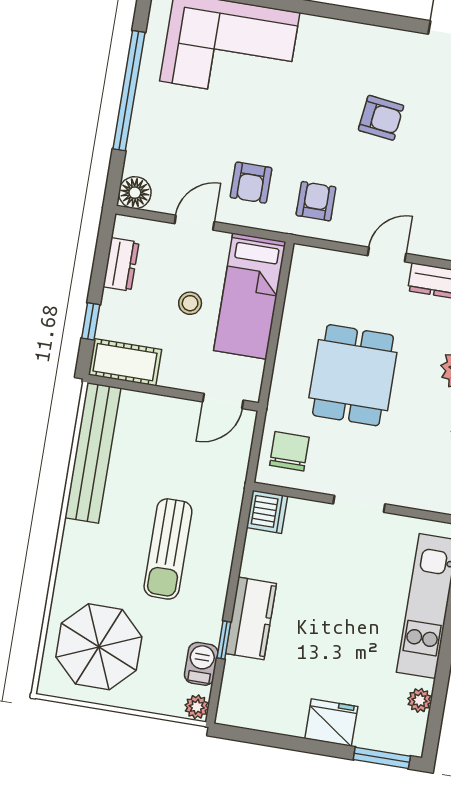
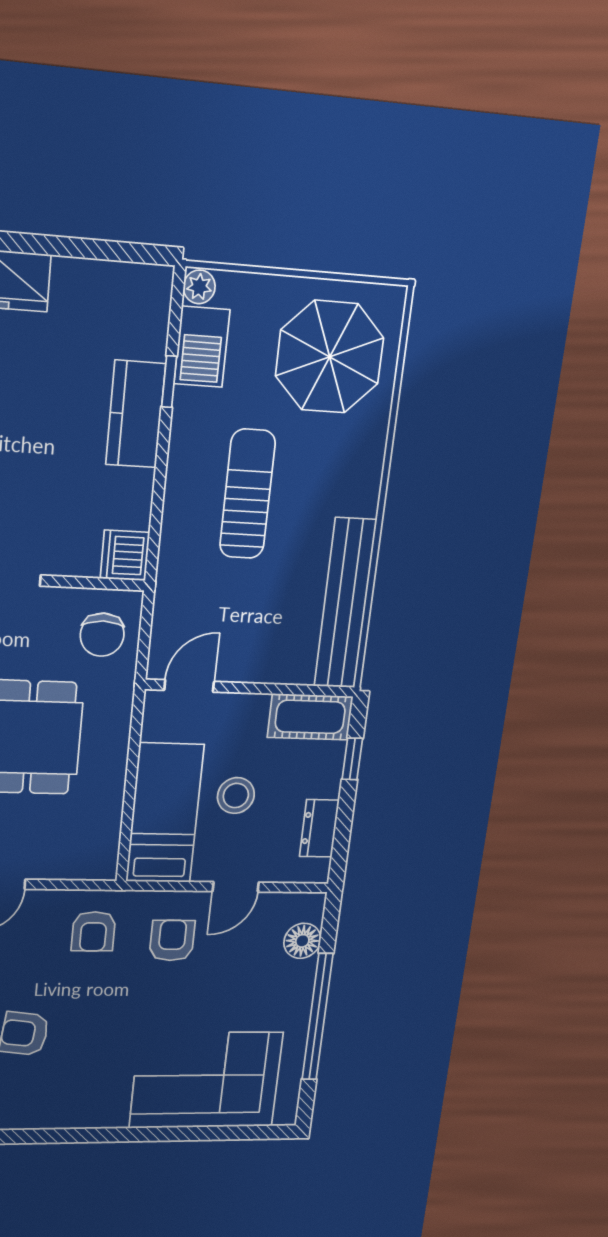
floor lamp: (135, 193) -> (302, 941), moved
stool: (190, 303) -> (236, 795), width x1.37, depth x1.37
barbecue: (201, 664) -> (202, 347), width x1.38, depth x1.27

